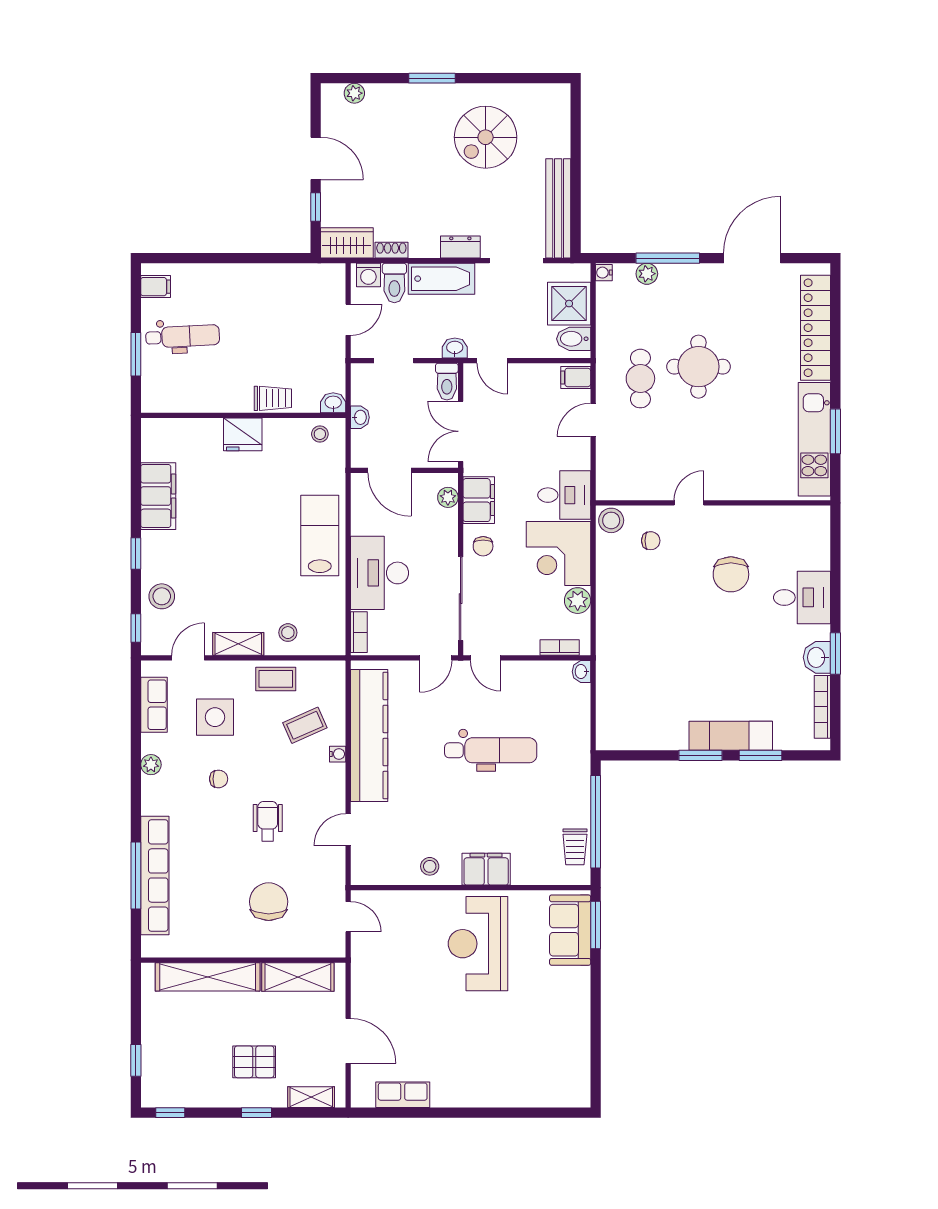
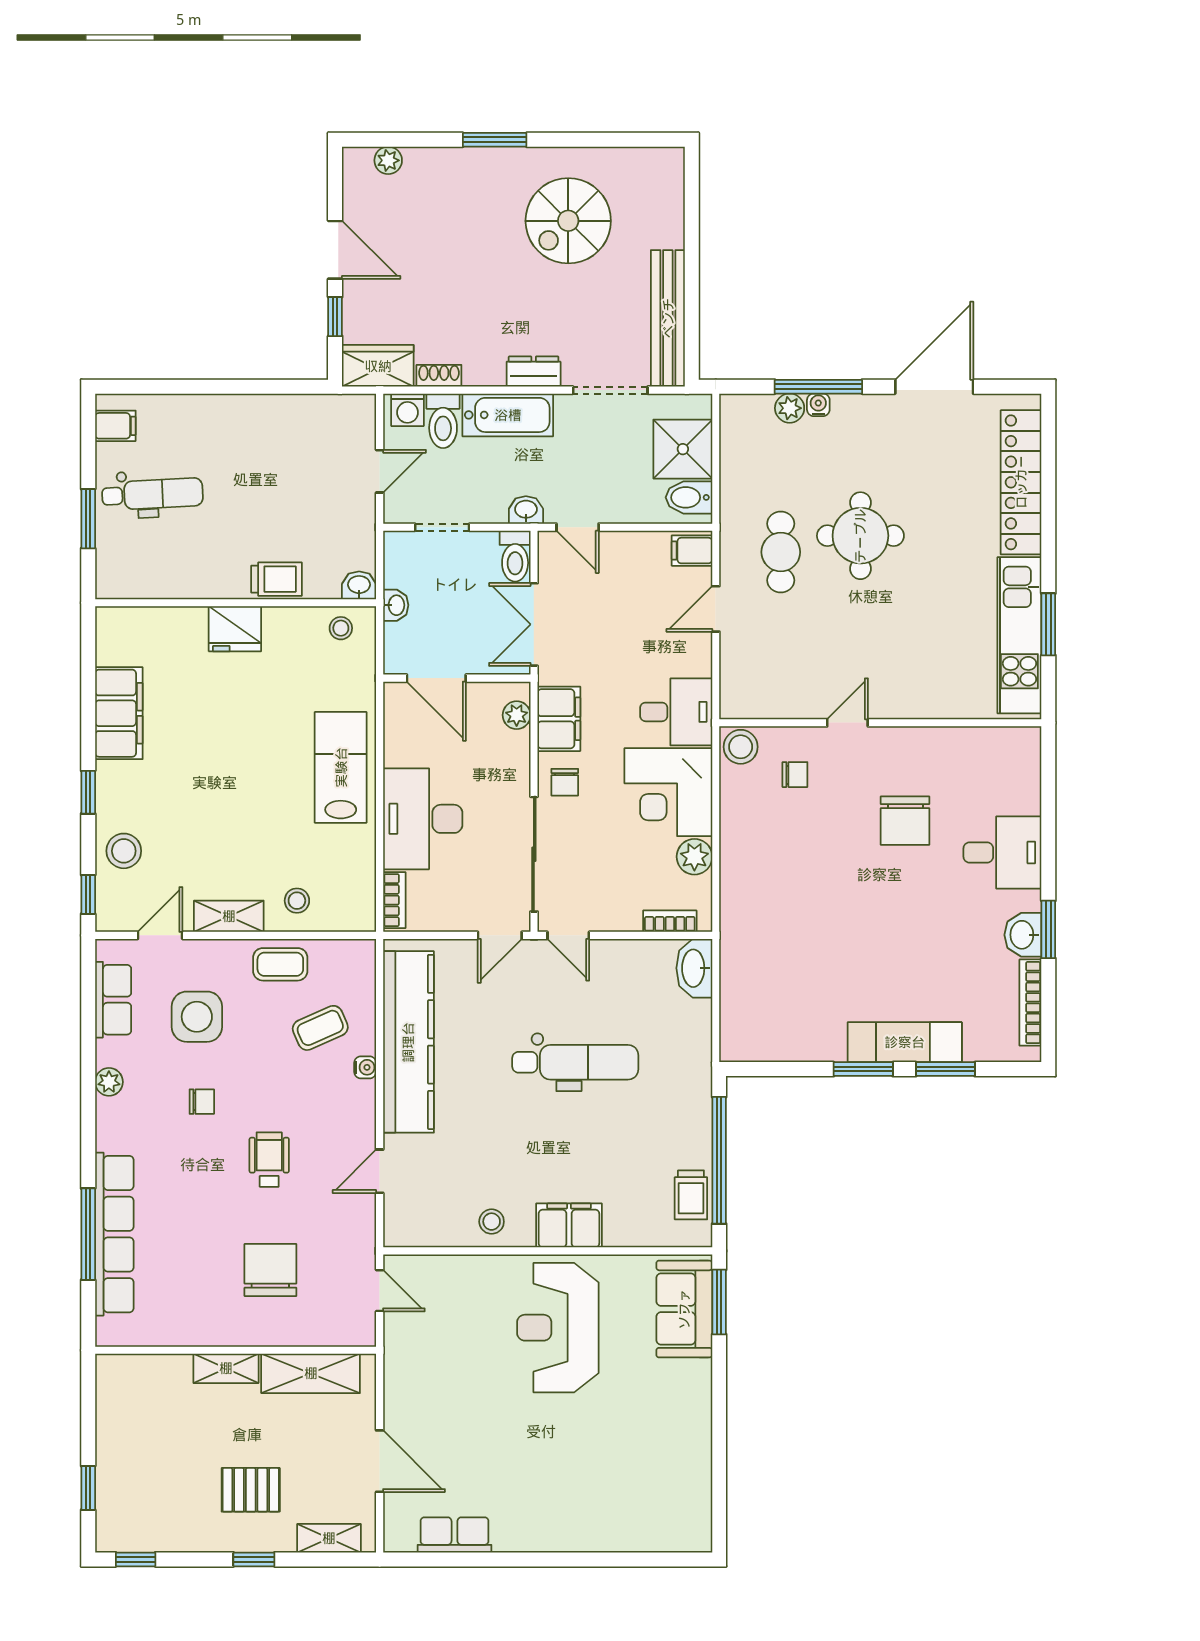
water cooler: (604, 273) -> (818, 405), moved, turned 90
washbasin: (581, 672) -> (694, 968), width x1.91, depth x1.45
shelving: (208, 977) -> (226, 1368), width x0.45, depth x0.75

